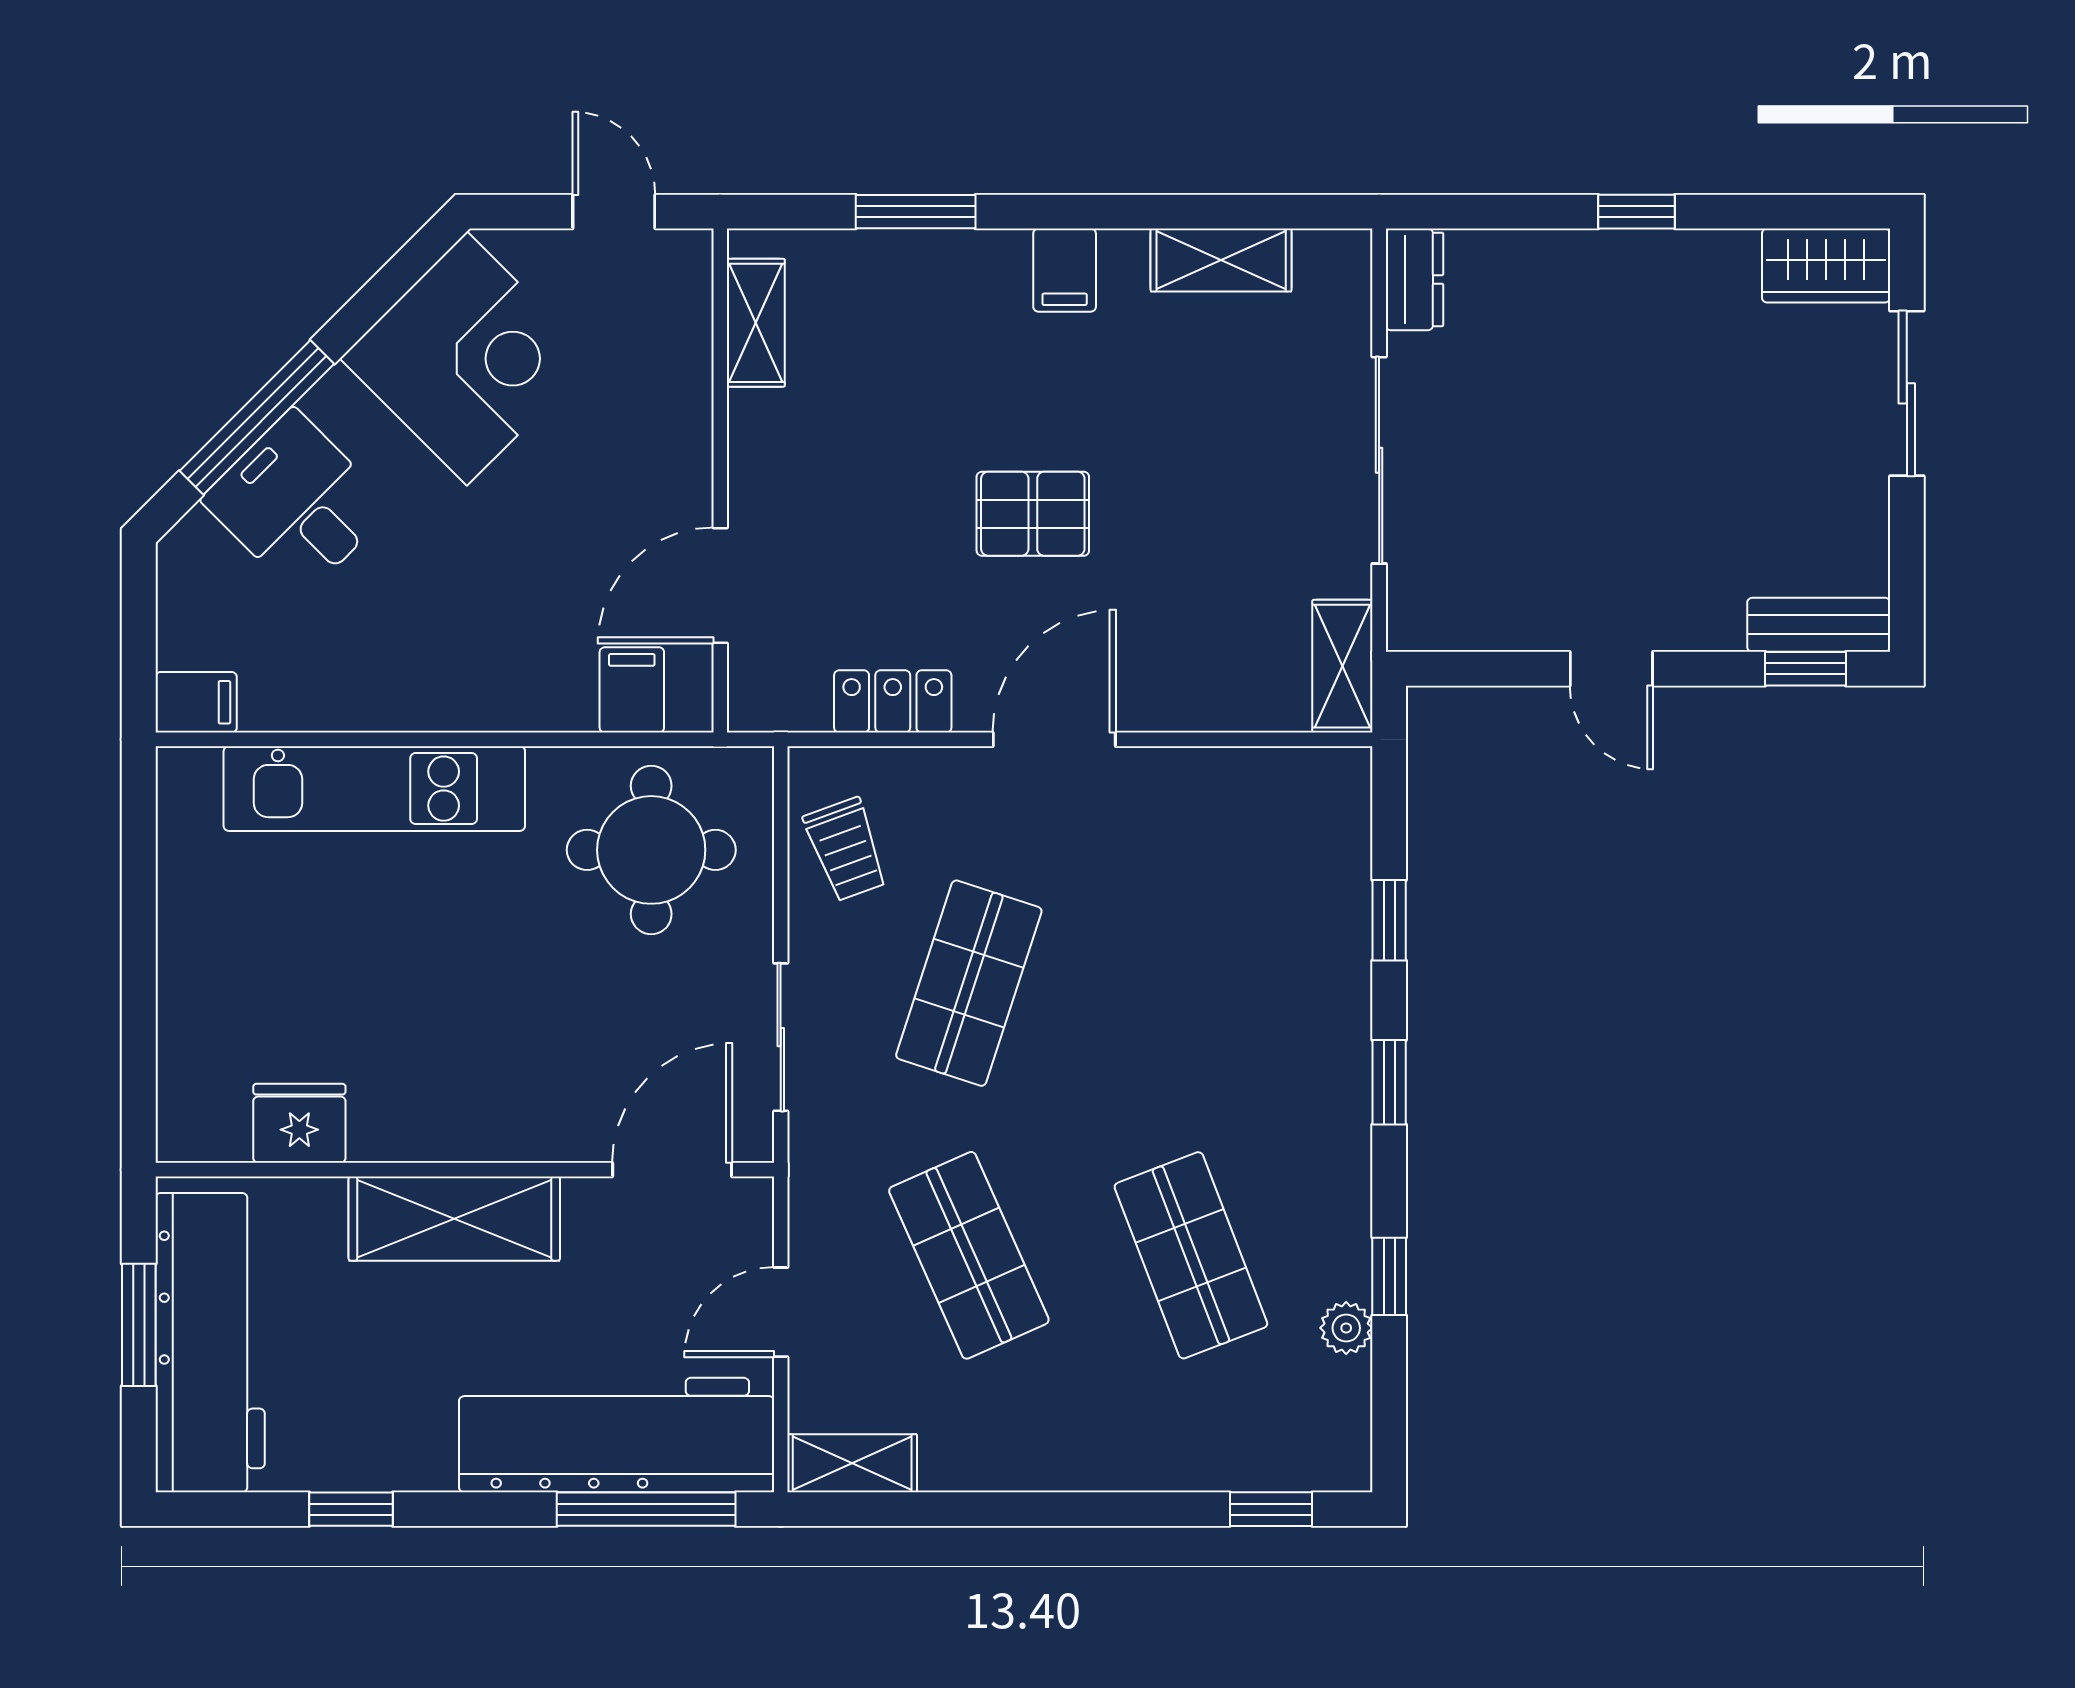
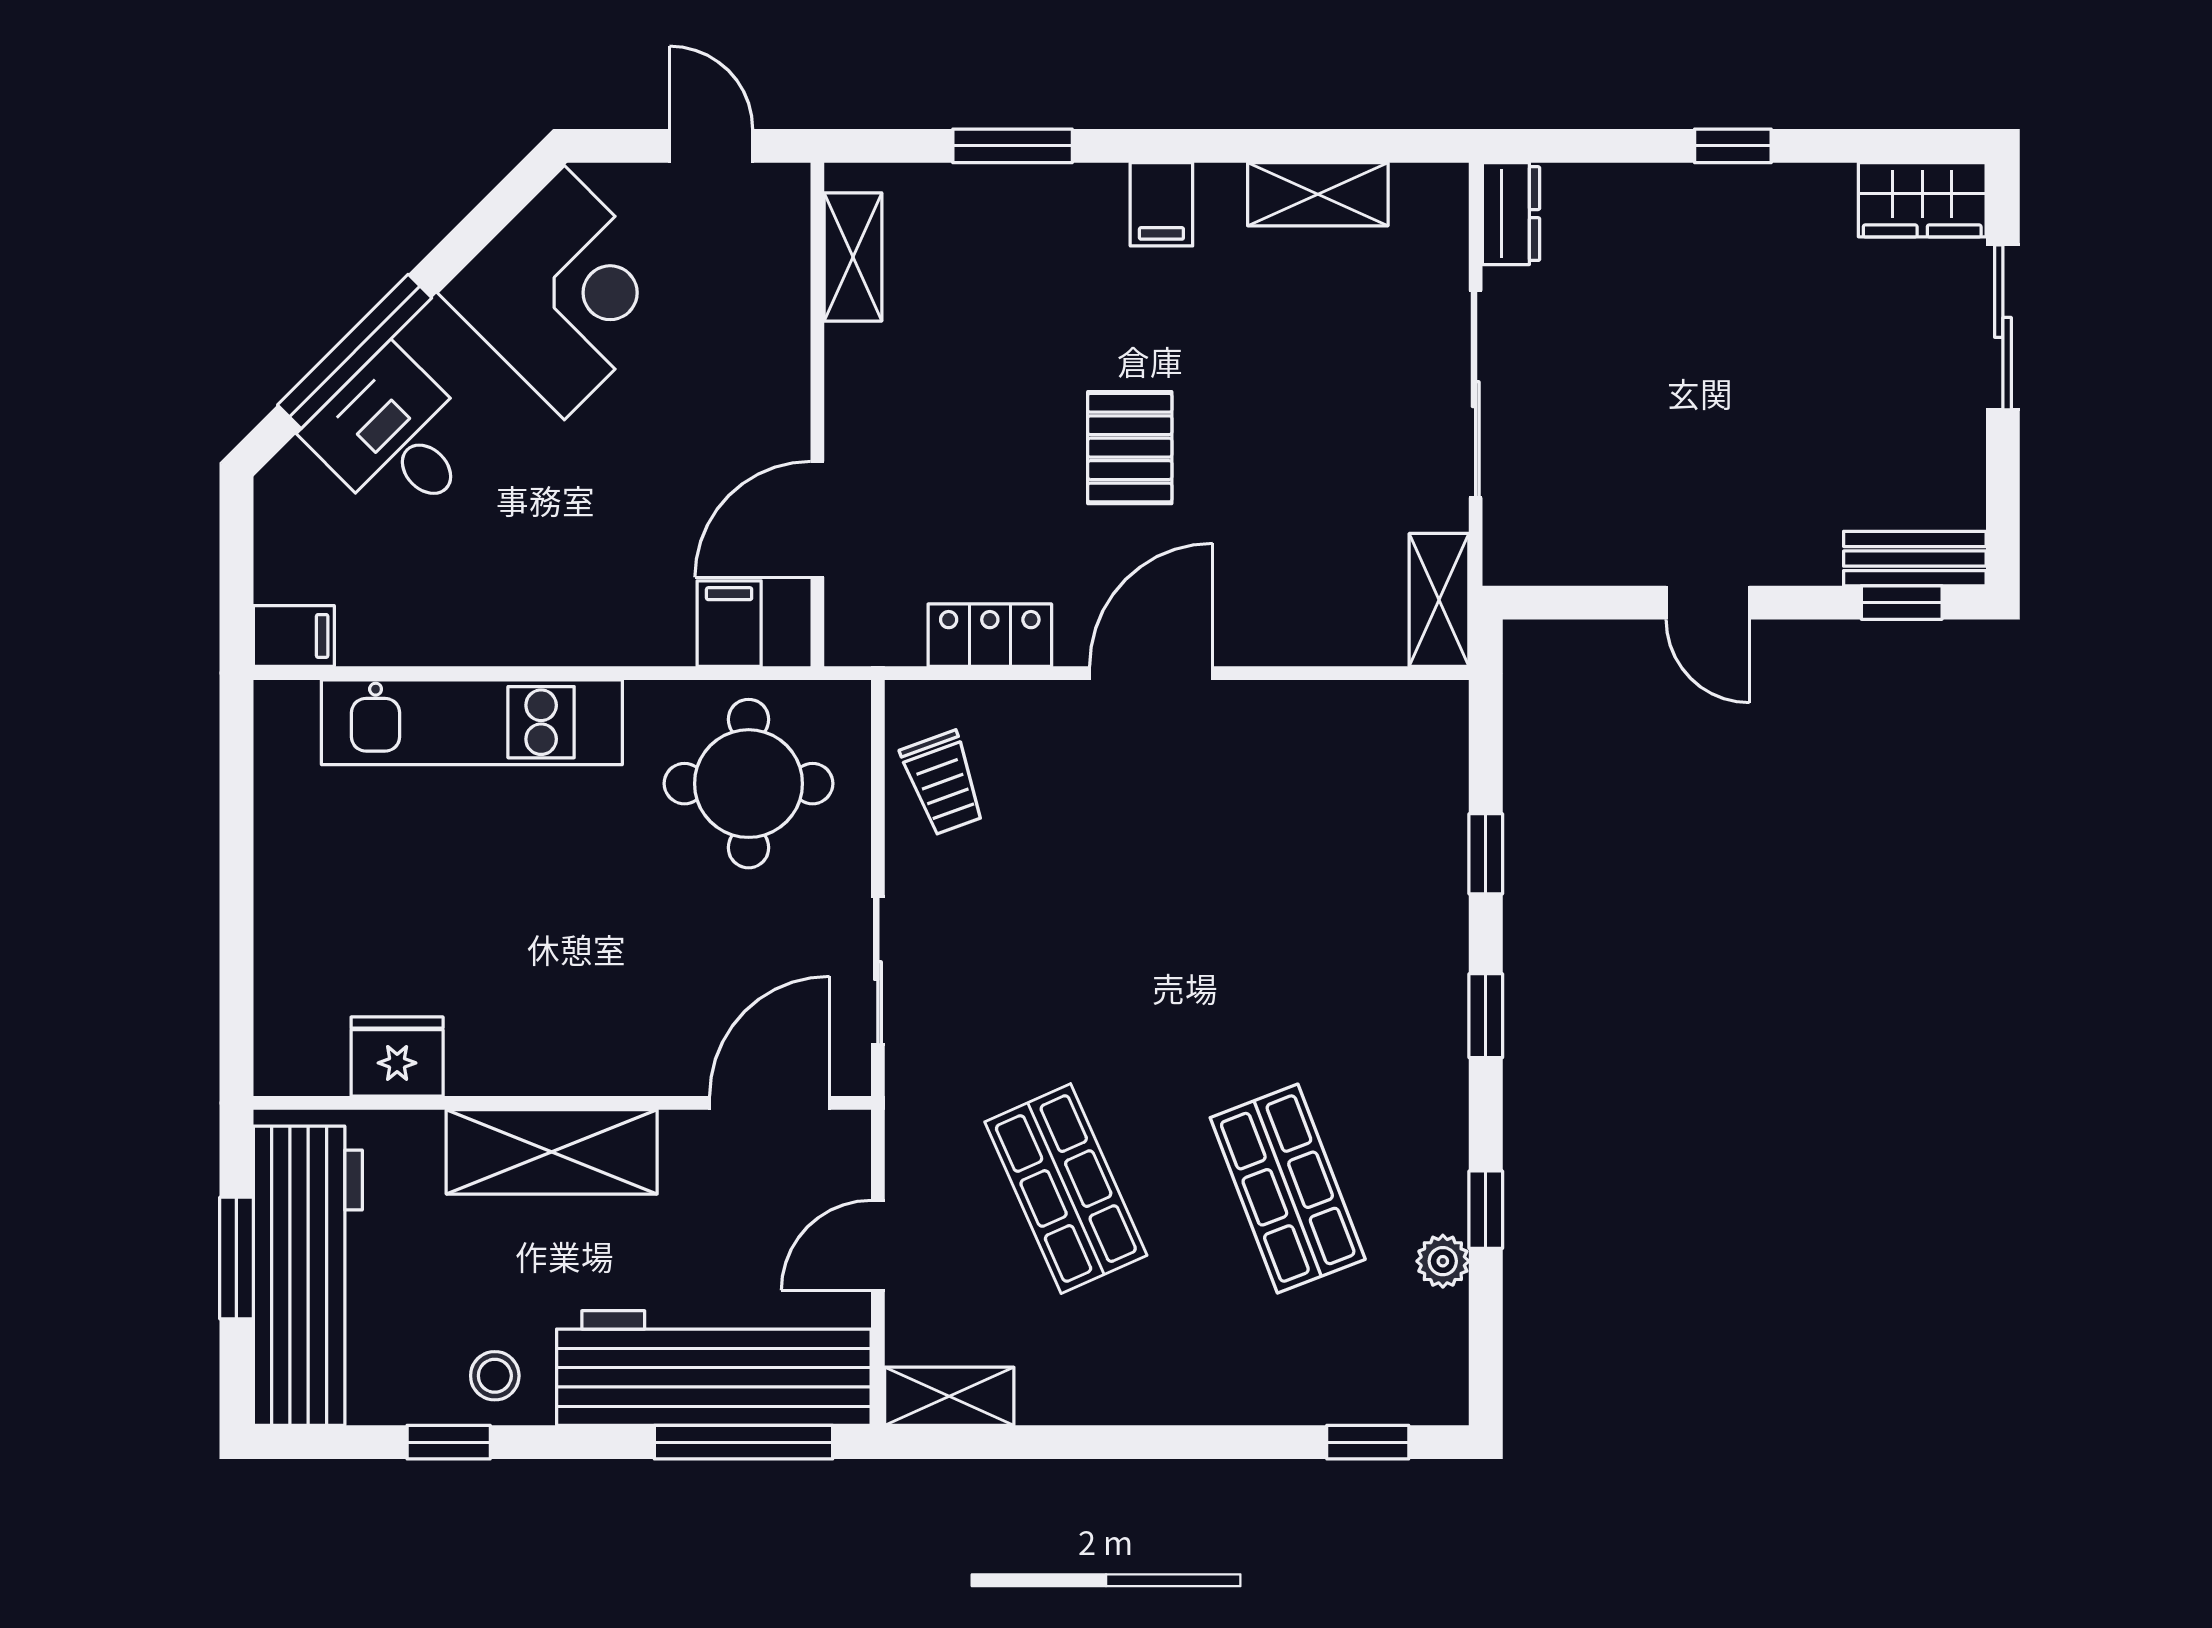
pallet: (1033, 514) -> (1130, 448), turned 90
shop shelf: (969, 983) -> (1066, 917), removed
stool: (397, 1443) -> (495, 1376), added

